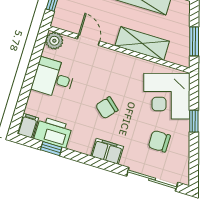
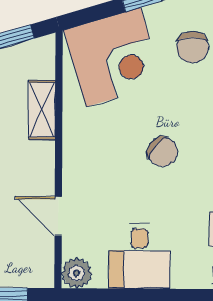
door: (89, 40) -> (58, 216), hinge flipped
shelving: (142, 43) -> (42, 110), width x0.67, depth x0.75

